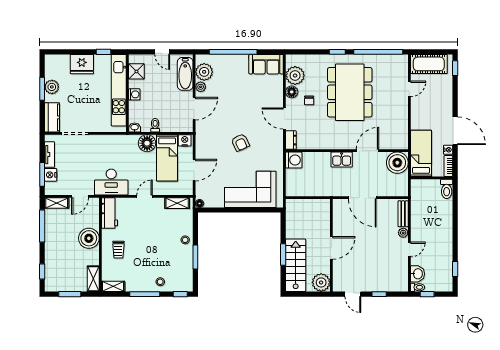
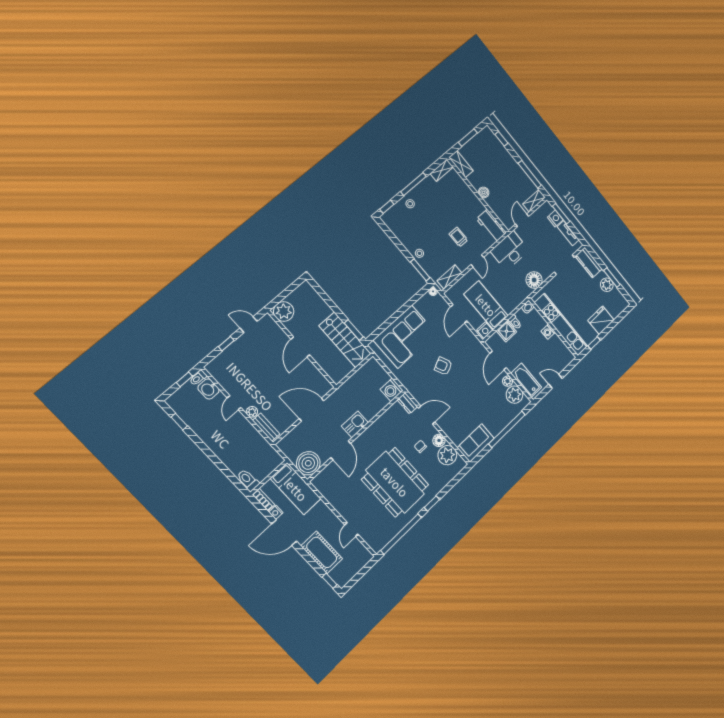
cot: (429, 64) -> (322, 552), moved, turned 90
shower: (136, 71) -> (506, 331), moved
floor lamp: (147, 143) -> (534, 280), moved
boiler: (89, 238) -> (484, 192), width x0.54, depth x0.54
trolley: (118, 250) -> (458, 237), moved
window: (283, 254) -> (354, 330), moved
window: (195, 257) -> (420, 270), moved
stairs: (296, 265) -> (345, 340), moved

